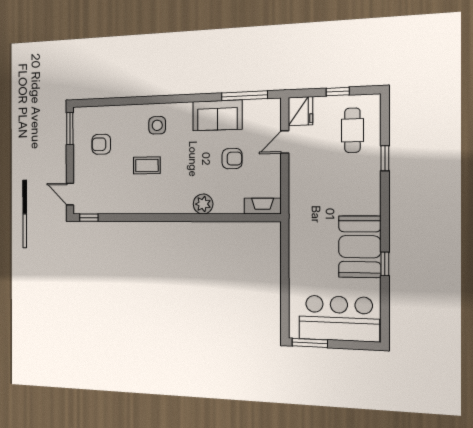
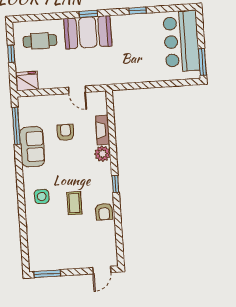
door: (285, 142) -> (77, 90), moved
armchair: (101, 144) -> (104, 212), moved
window: (385, 158) -> (88, 14), moved
fireplace: (263, 206) -> (103, 130), moved
window: (89, 218) -> (115, 184), moved
booth: (360, 247) -> (88, 32), moved

